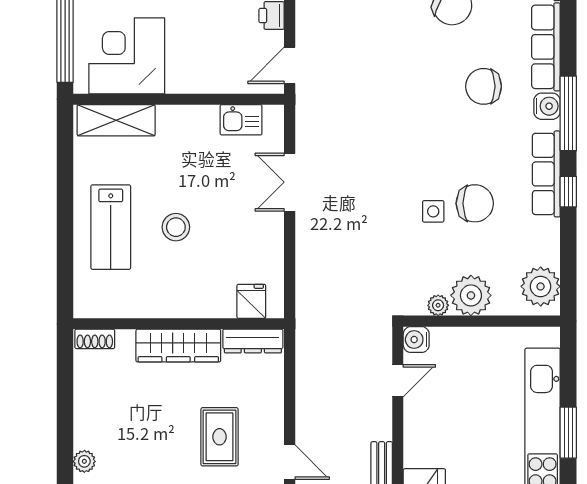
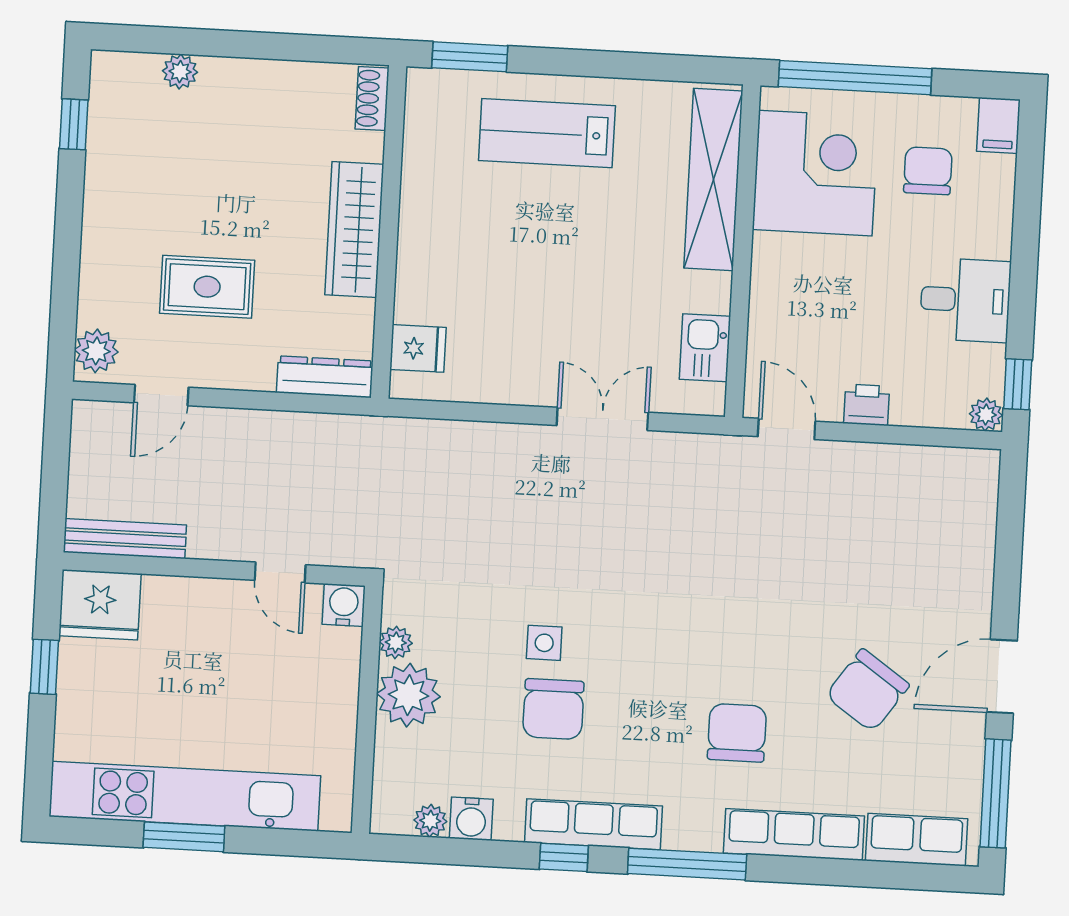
water cooler: (547, 106) -> (471, 819), moved
shelving: (116, 120) -> (713, 179), width x1.47
stool: (176, 227) -> (541, 236), removed
window: (65, 279) -> (470, 57), added
plant: (541, 286) -> (430, 821), width x0.53, depth x0.53
dresser: (253, 341) -> (325, 377), moved, turned 90

